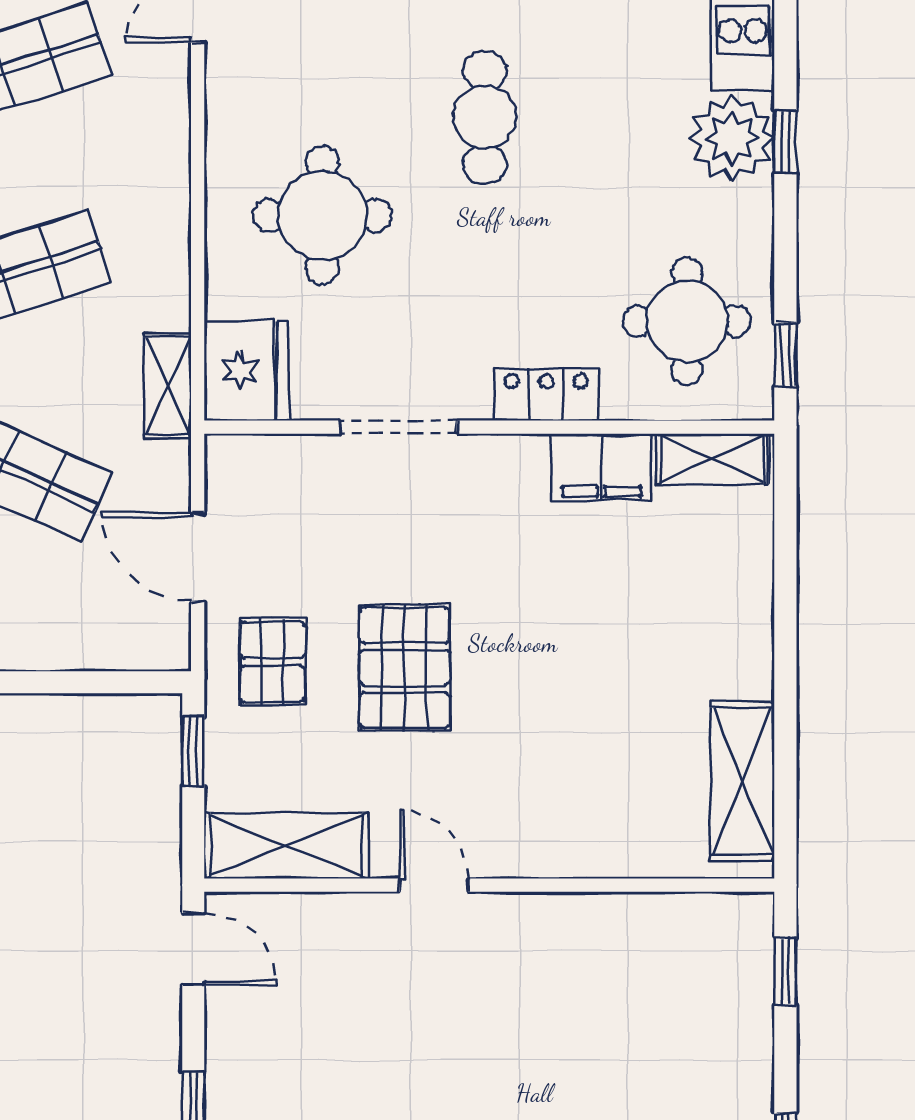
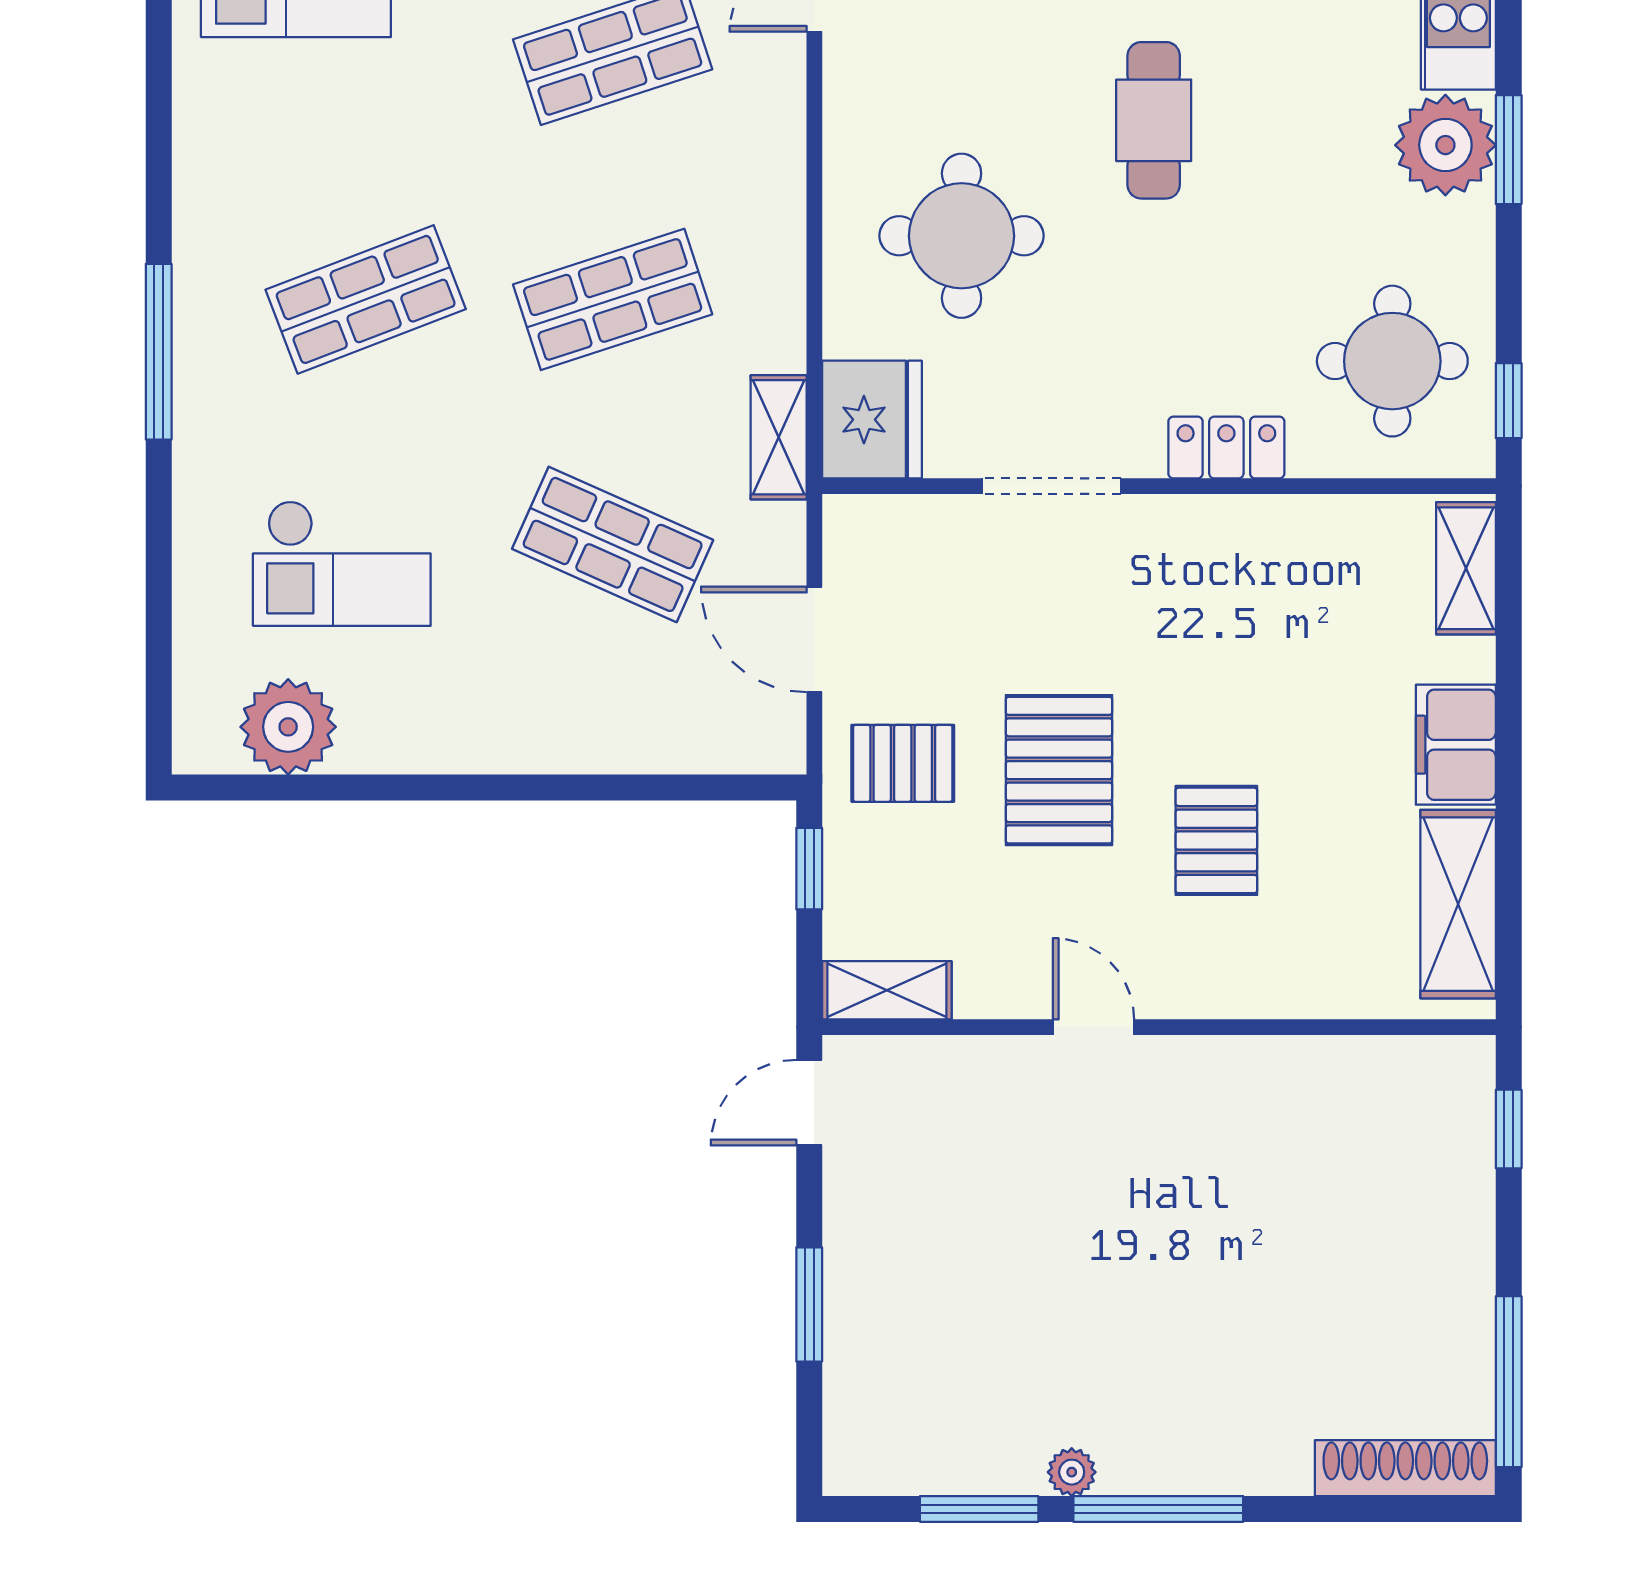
window: (785, 142) -> (1509, 150), width x1.50
shelving: (712, 459) -> (1466, 568), moved, turned 90
filing cabinet: (601, 468) -> (1456, 745), moved, turned 90
pallet: (272, 662) -> (903, 763), turned 90
pallet: (538, 727) -> (1216, 840), added
shelving: (286, 846) -> (887, 990), width x0.67, depth x0.75
door: (193, 949) -> (809, 1103), swing flipped

